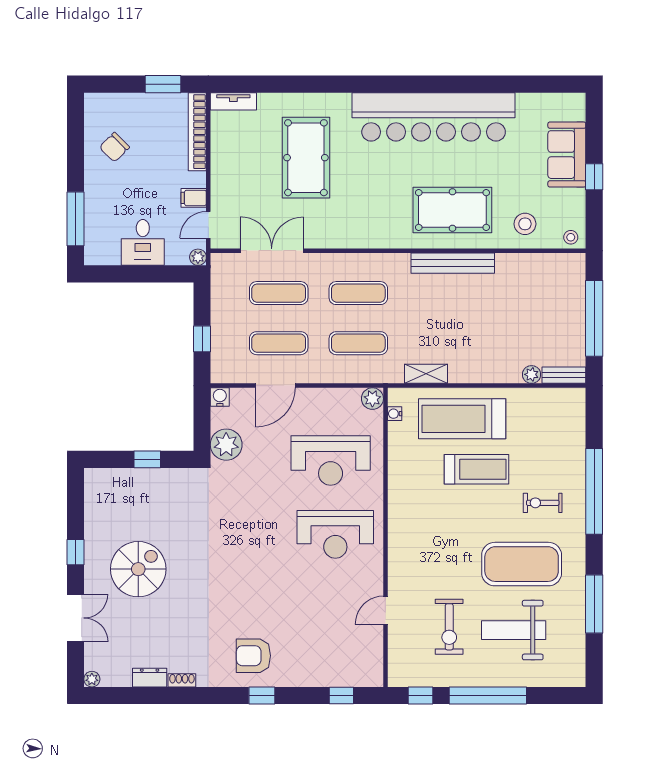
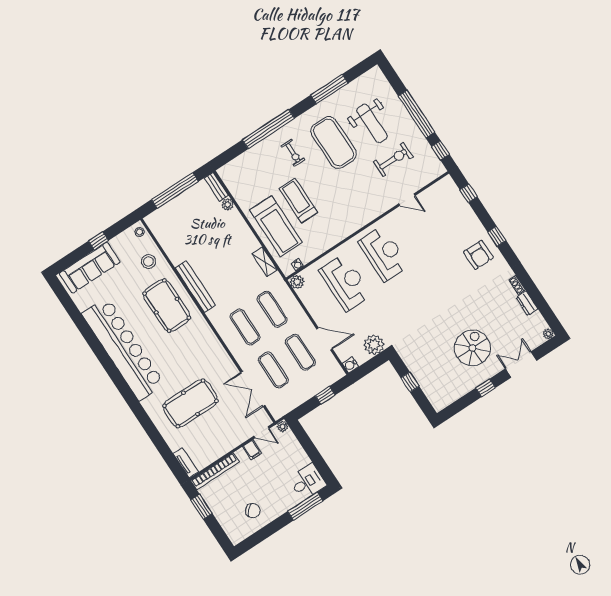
sofa: (567, 155) -> (90, 268), width x1.36
desk: (143, 242) -> (307, 482), moved
spiral stairs: (138, 569) -> (472, 348), turned 90

